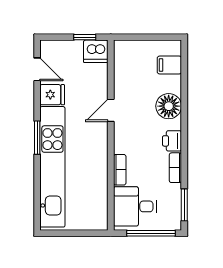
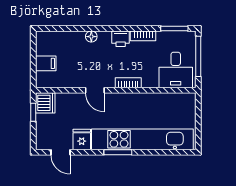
filing cabinet: (169, 65) -> (46, 63), moved, turned -90
door: (37, 69) -> (60, 152), swing flipped
floor lamp: (169, 106) -> (91, 37), width x0.53, depth x0.53
bookcase: (120, 170) -> (128, 83), moved

